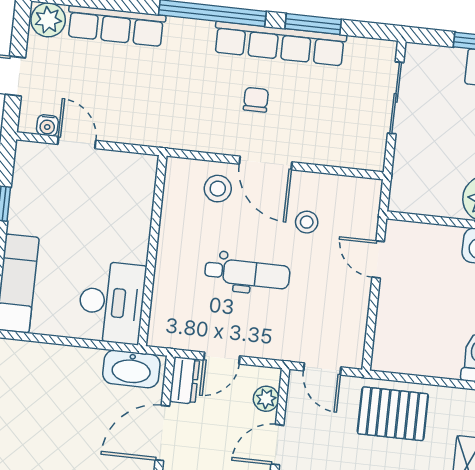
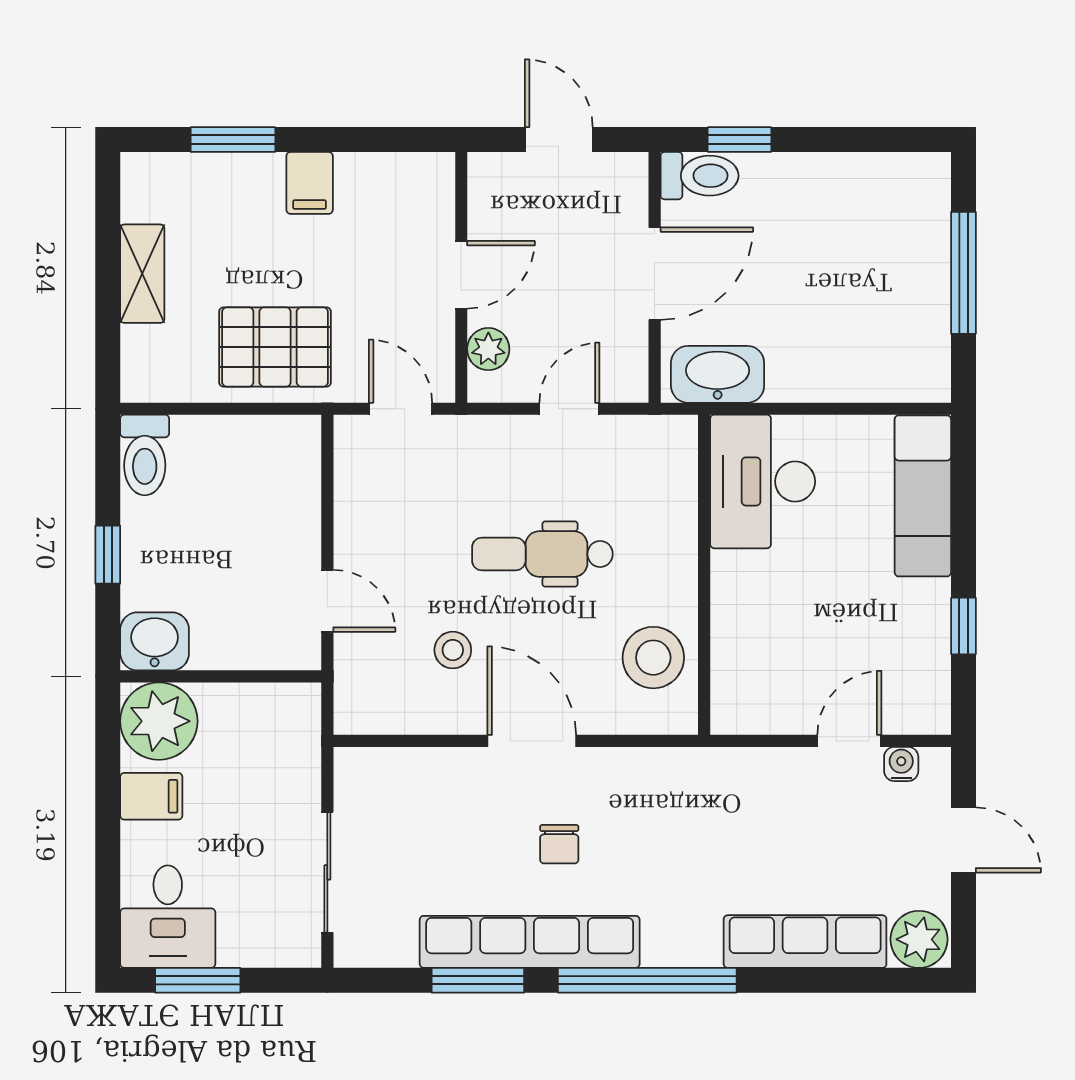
door: (77, 142) -> (849, 741), swing flipped
stool: (218, 189) -> (653, 658), moved, width x1.38, depth x1.38
dresser: (184, 380) -> (627, 365), removed

